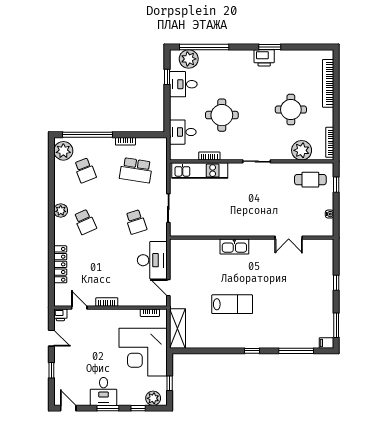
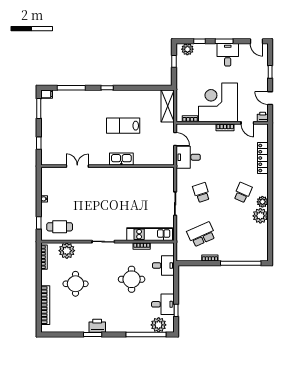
plant: (63, 151) -> (260, 216), moved
school desk: (85, 170) -> (243, 234), removed
school desk: (136, 170) -> (201, 234), turned -33
school desk: (85, 222) -> (243, 193), turned 48
wall: (252, 238) -> (107, 166), moved
double door: (289, 238) -> (77, 166), moved
kitchen sink: (234, 247) -> (121, 159), moved
desk: (152, 260) -> (188, 157), width x0.73
corner desk: (143, 352) -> (218, 102), moved, turned -90

